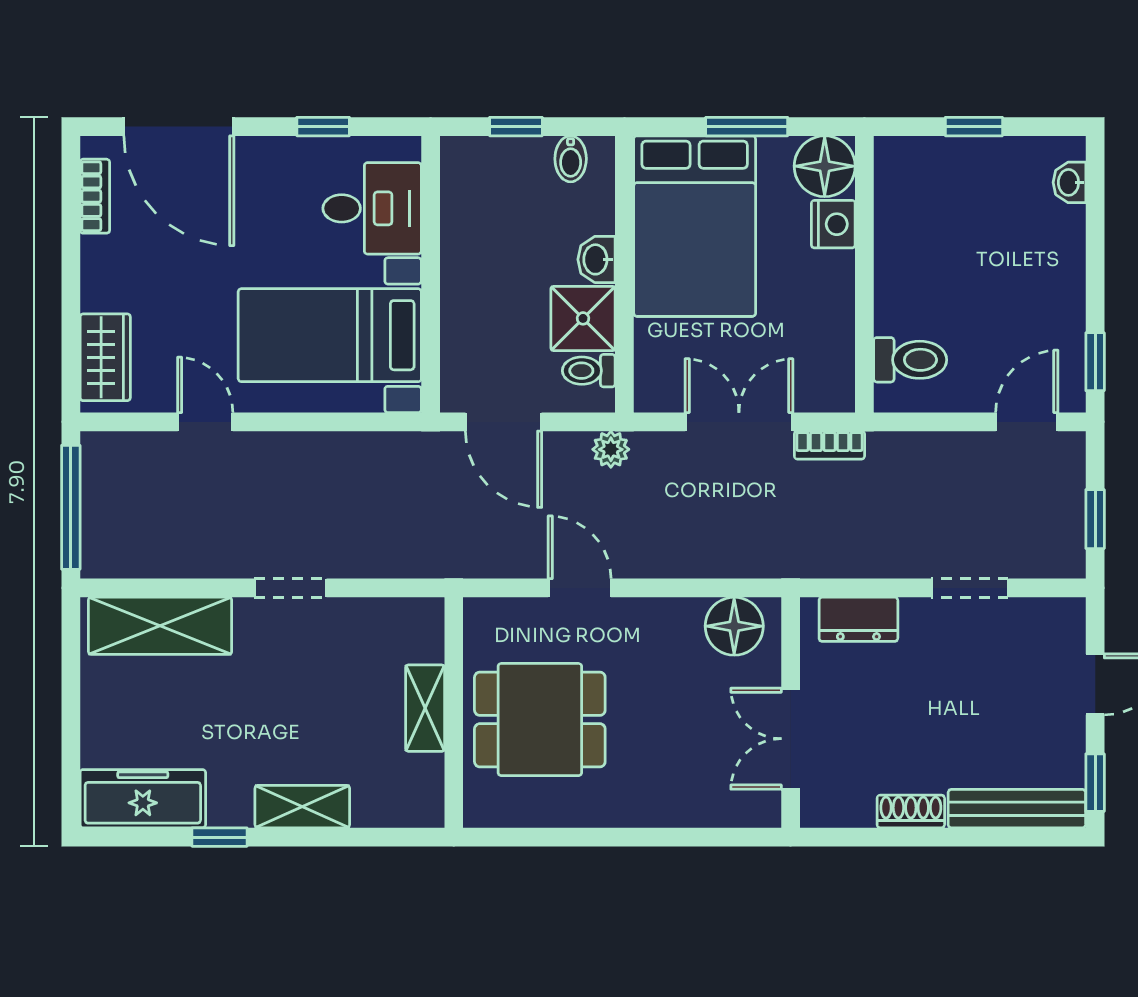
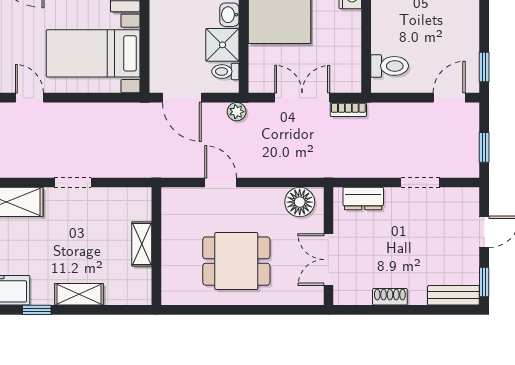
dining table: (540, 720) -> (236, 261), moved
bench: (1017, 809) -> (453, 295), width x0.73

